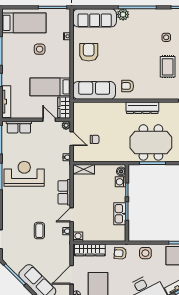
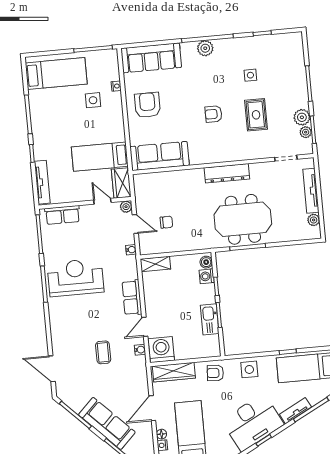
plant: (123, 14) -> (205, 48), moved
side table: (40, 49) -> (93, 100), moved
armchair: (128, 86) -> (213, 114), moved
washing machine: (78, 237) -> (161, 350), width x1.89, depth x1.89

